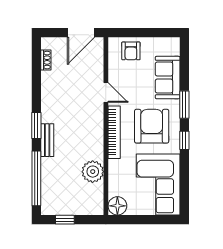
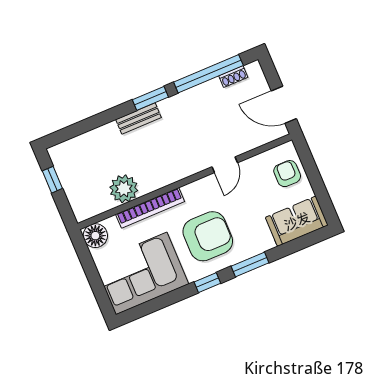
armchair: (131, 51) -> (287, 174), turned 90
sofa: (168, 78) -> (297, 221), moved
bookcase: (114, 132) -> (150, 208), moved
window: (36, 178) -> (208, 74), moved

